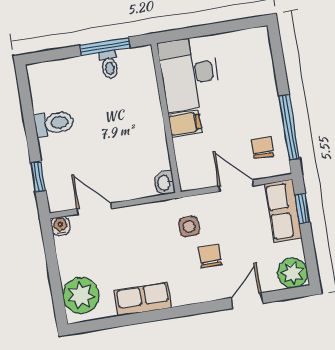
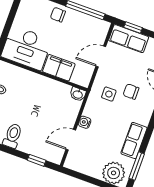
filing cabinet: (185, 124) -> (59, 68), width x2.00
chair: (262, 147) -> (58, 15), moved
water cooler: (60, 226) -> (85, 122), moved
window: (109, 323) -> (137, 166), added

